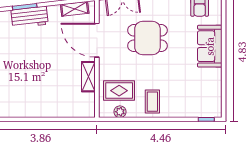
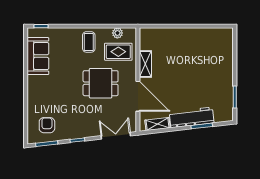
workbench: (30, 17) -> (192, 117), width x1.37
dining table: (147, 38) -> (101, 83), moved
sofa: (210, 46) -> (38, 56), moved

